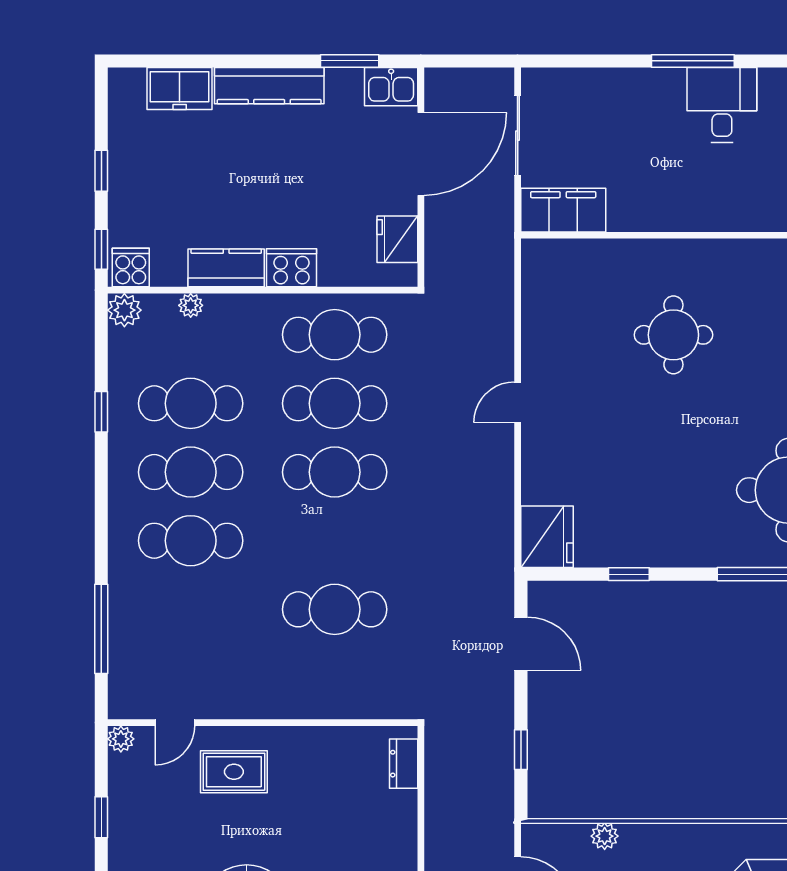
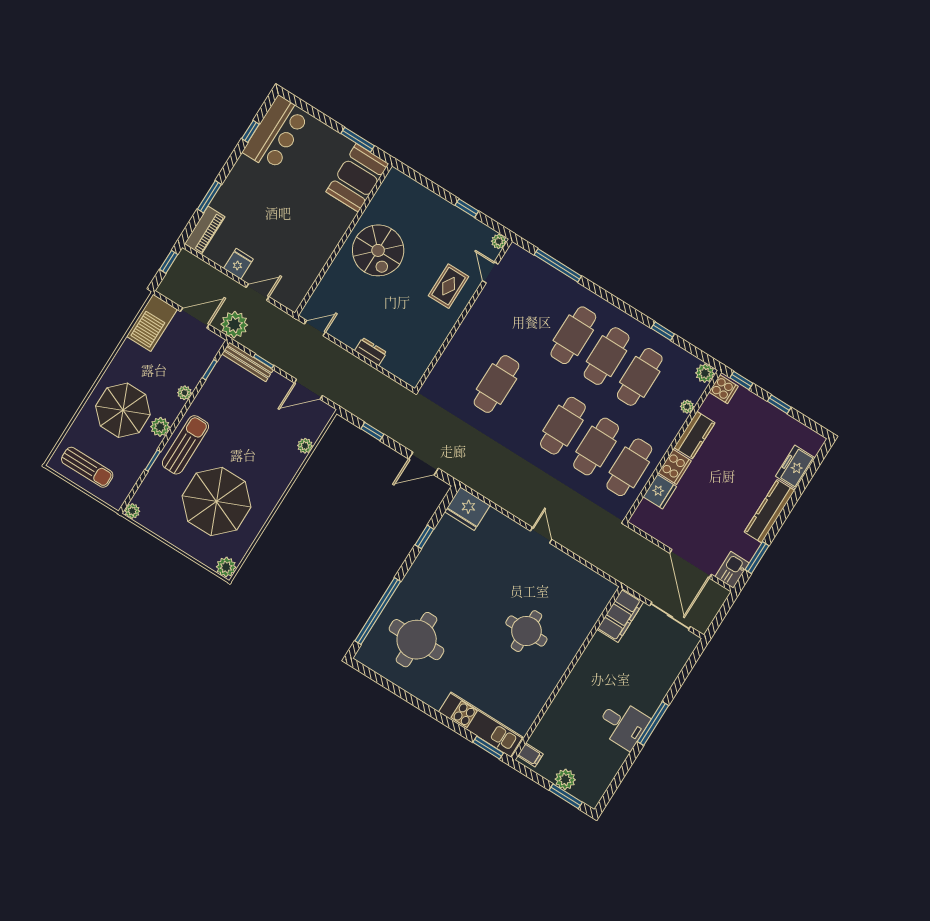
fridge: (397, 239) -> (660, 492), moved, turned 90
dresser: (404, 764) -> (371, 352), moved

